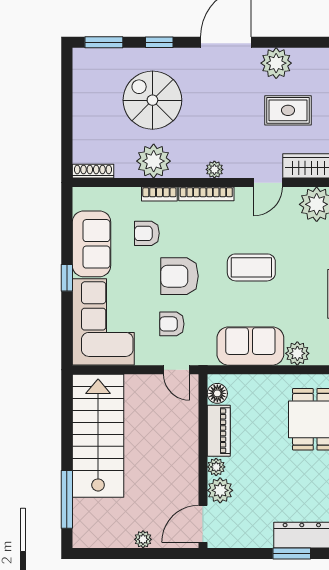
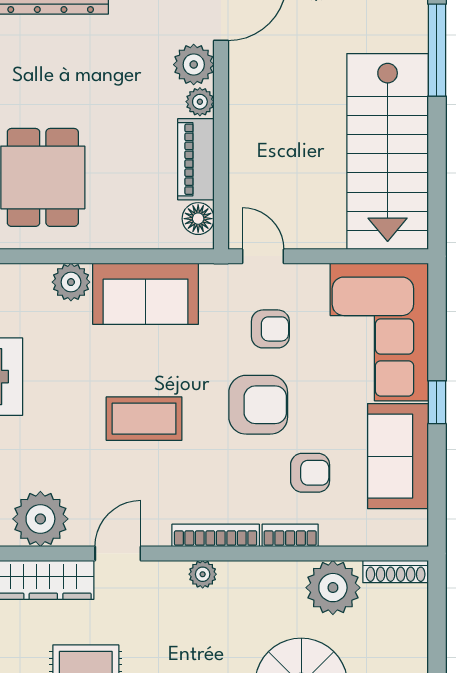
plant: (154, 161) -> (333, 588), moved

